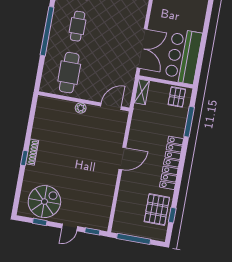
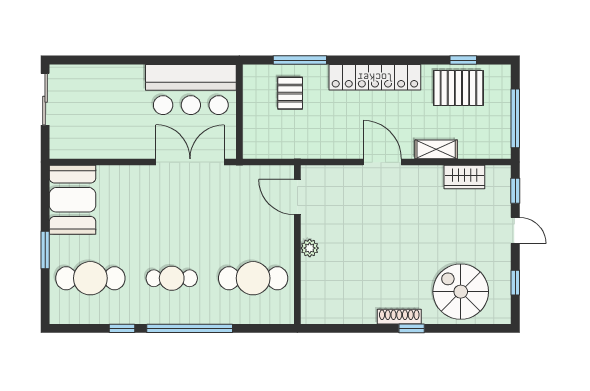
shelving: (142, 92) -> (436, 149), moved
pallet: (177, 97) -> (290, 93), moved, turned 90
spiral stairs: (44, 202) -> (461, 292), moved
wardrobe: (105, 204) -> (464, 177), added

